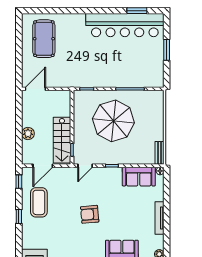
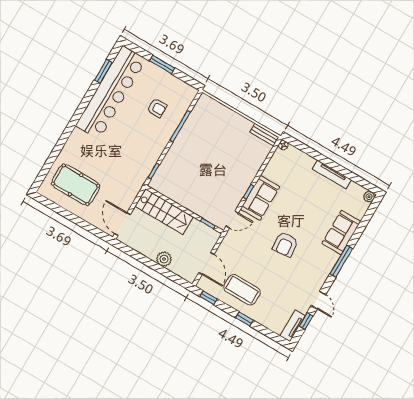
armchair: (133, 65) -> (157, 108), added
parasol: (113, 121) -> (203, 163), removed
stairs: (62, 140) -> (164, 212), moved
door: (85, 166) -> (232, 220), hinge flipped
sofa: (139, 177) -> (260, 198), moved

